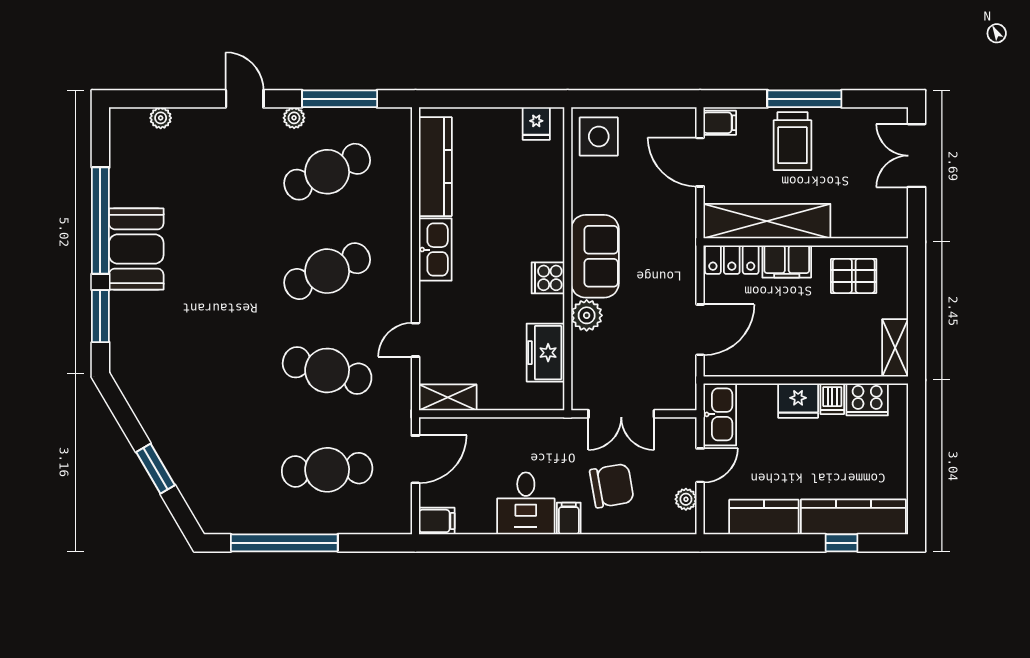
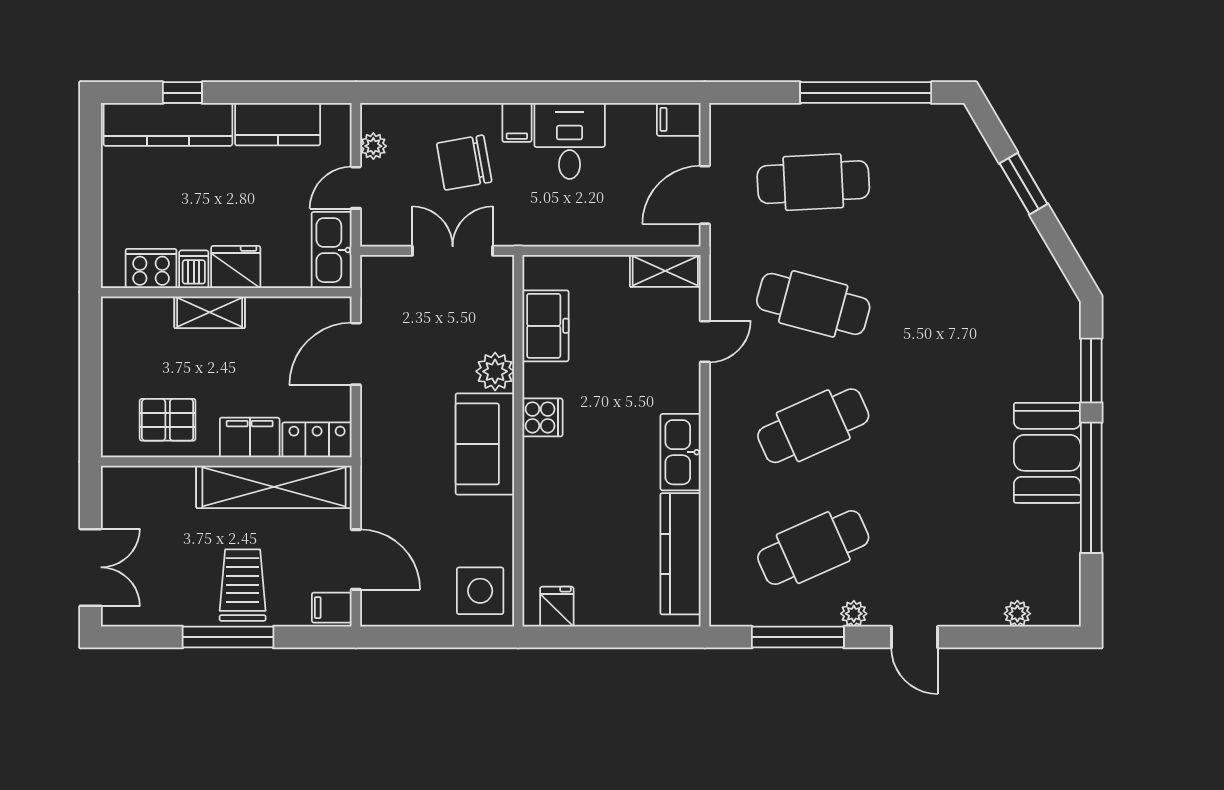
shelving: (895, 348) -> (210, 312), moved, turned 90

